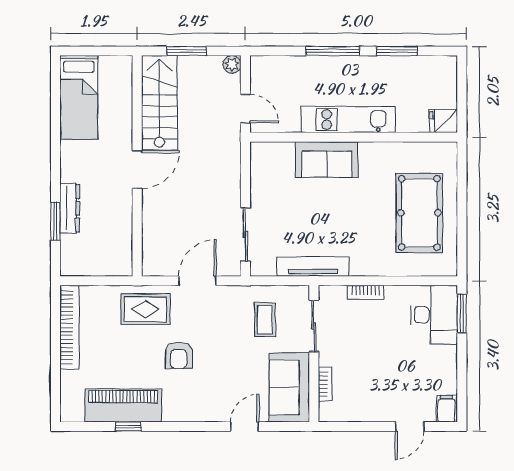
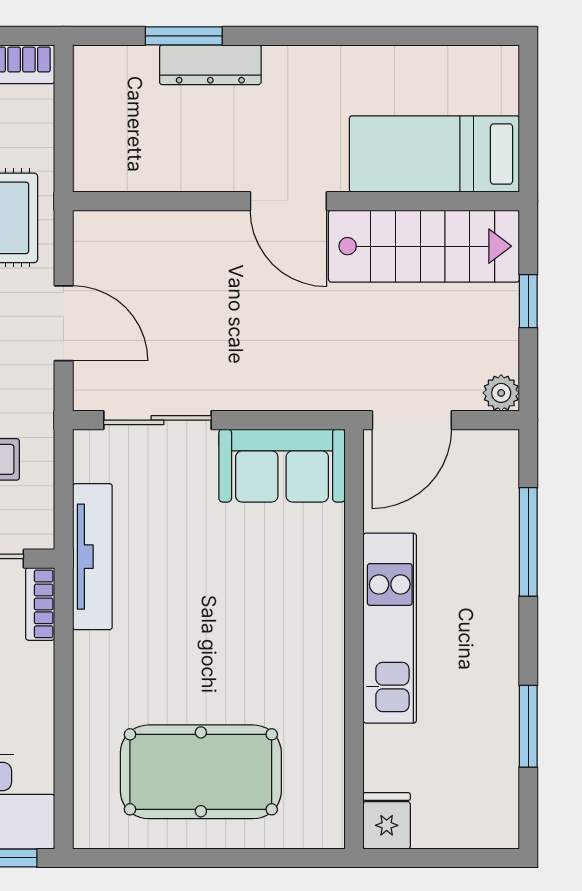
window: (187, 51) -> (528, 301), width x0.67
window: (333, 51) -> (528, 542), moved
bed: (79, 97) -> (434, 154), moved
door: (245, 109) -> (412, 420), width x1.38
sofa: (327, 160) -> (282, 466), moved, turned -90
bookcase: (366, 292) -> (40, 604), moved

